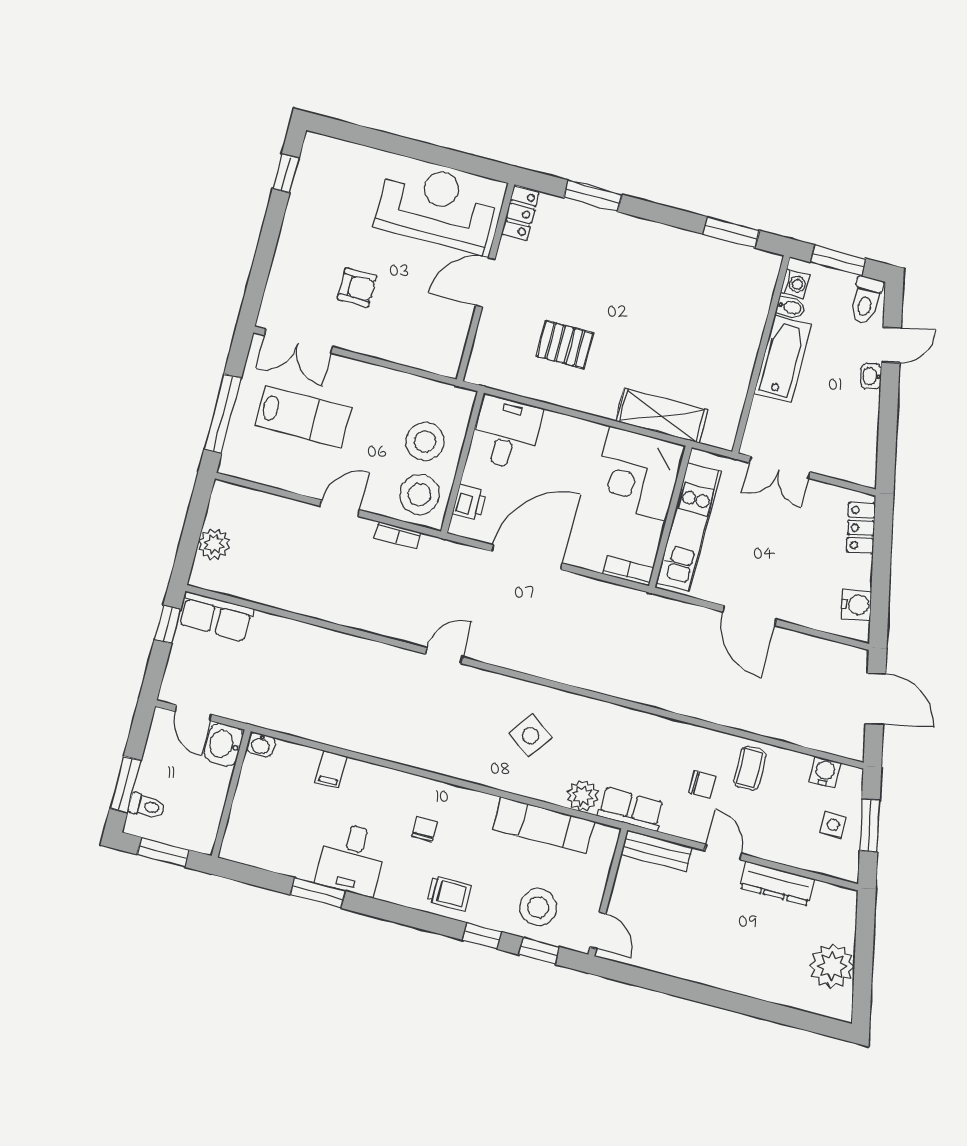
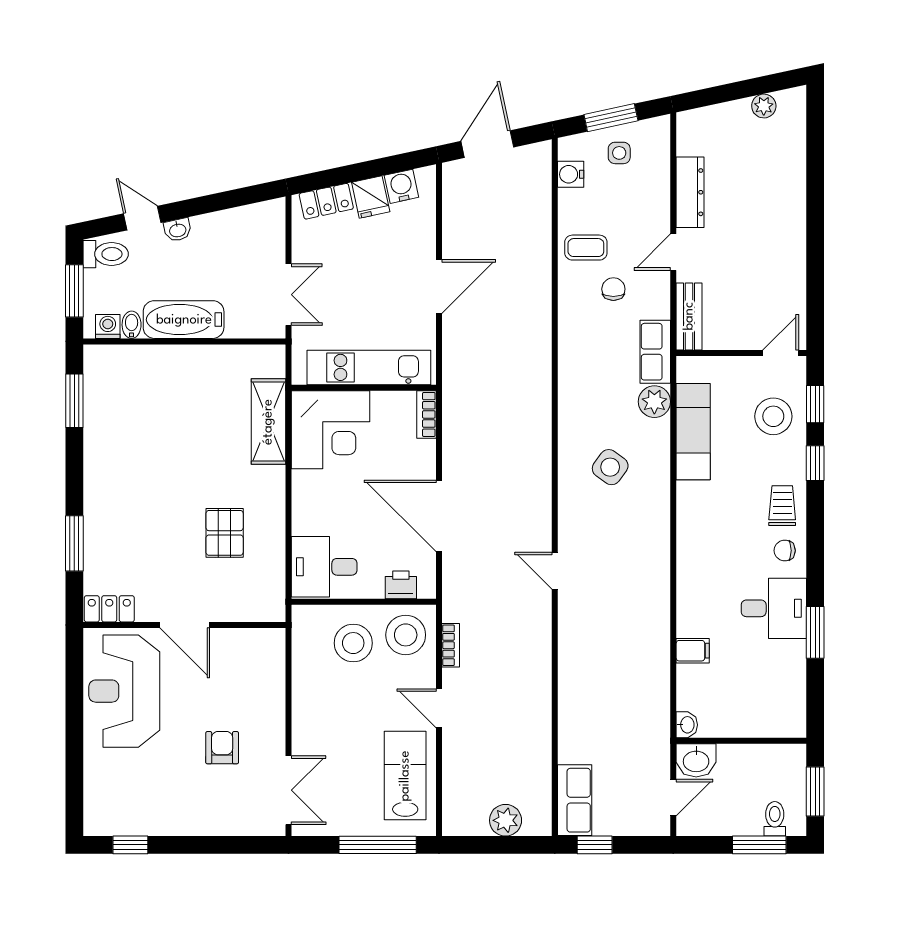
lab bench: (303, 417) -> (405, 776), moved
fridge: (854, 572) -> (371, 197), added
chair: (425, 829) -> (785, 551), moved
plant: (832, 966) -> (764, 106), width x0.53, depth x0.53

